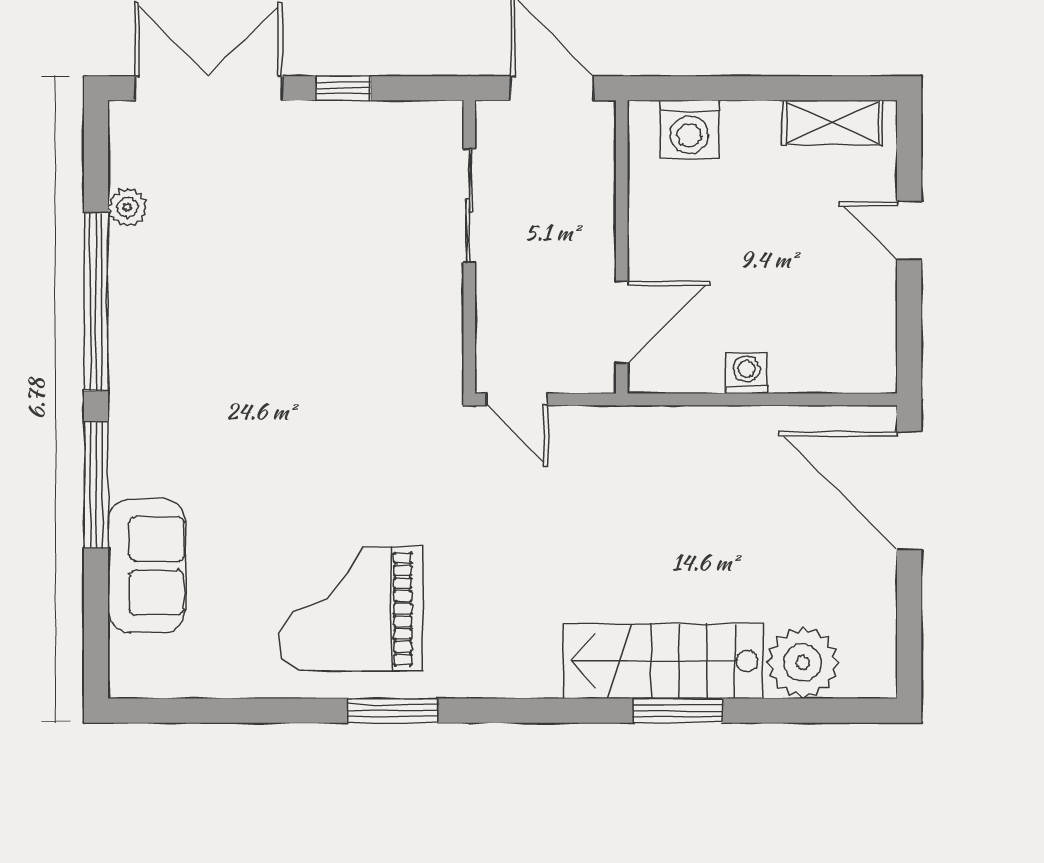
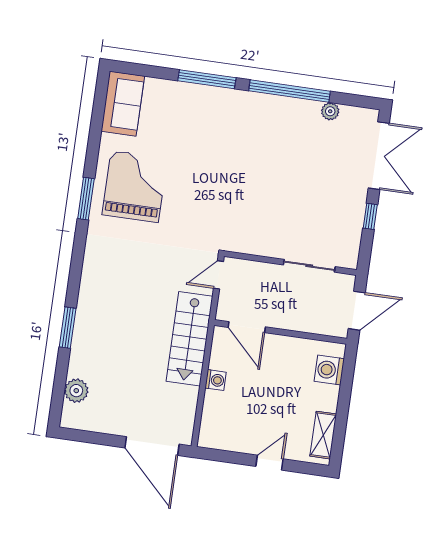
door: (909, 491) -> (152, 446), swing flipped
sofa: (147, 566) -> (123, 104), moved, turned -90
stairs: (663, 661) -> (189, 339), moved, turned 180
plant: (803, 663) -> (76, 391), width x0.73, depth x0.73

